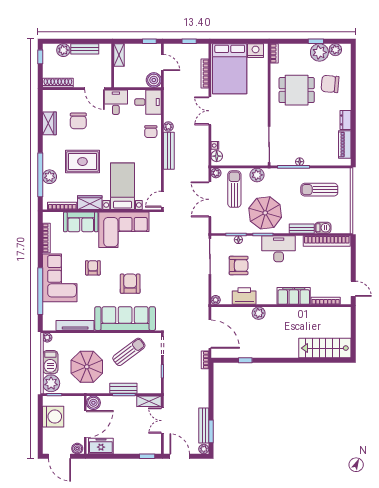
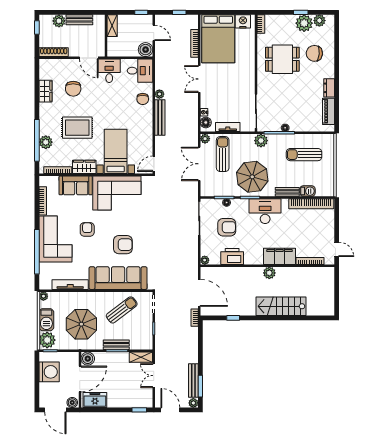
tv unit: (240, 161) -> (228, 127), added
plant: (257, 175) -> (261, 141), moved
armchair: (130, 284) -> (123, 245), turned 90
plant: (259, 313) -> (269, 273), moved
stairs: (325, 348) -> (281, 306), moved

